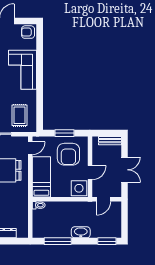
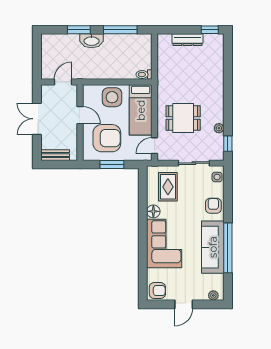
floor lamp: (31, 95) -> (153, 211), added
armchair: (68, 154) -> (107, 138), turned 90
door: (90, 173) -> (80, 115), swing flipped
side table: (79, 188) -> (112, 97), moved
window: (107, 241) -> (79, 30), moved

